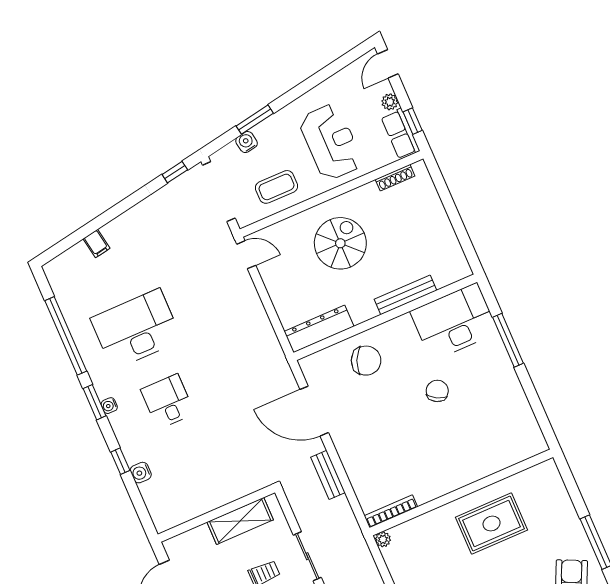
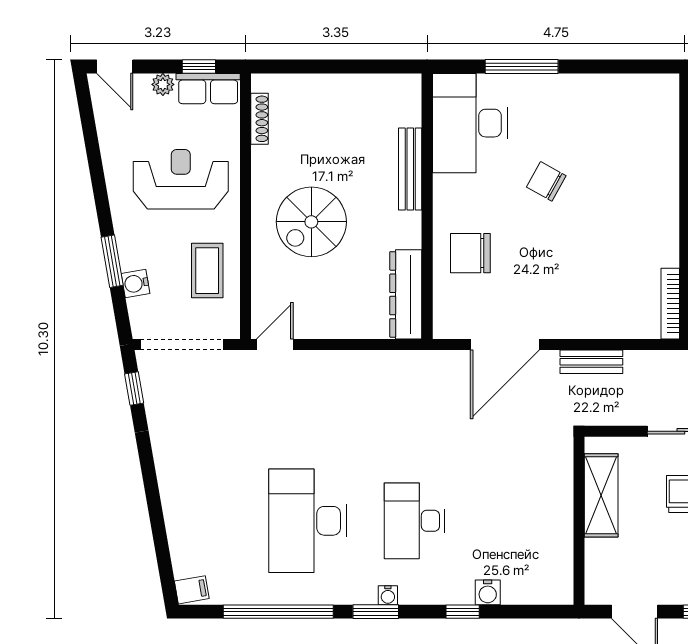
spiral stairs: (340, 243) -> (311, 222), turned -90
filing cabinet: (96, 244) -> (192, 590), moved
chair: (366, 361) -> (470, 253), turned -114
desk: (168, 402) -> (414, 521), width x1.37

